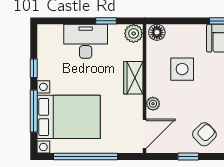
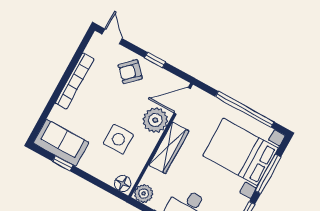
wardrobe: (133, 78) -> (169, 148), width x1.50
plant: (153, 104) -> (155, 120), width x1.88, depth x1.88

